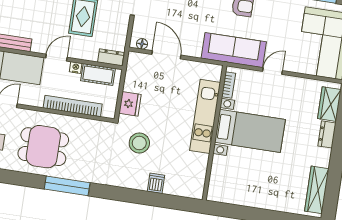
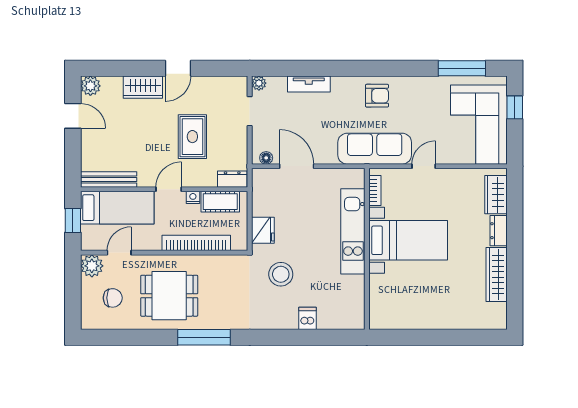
wardrobe: (317, 190) -> (497, 274), moved

